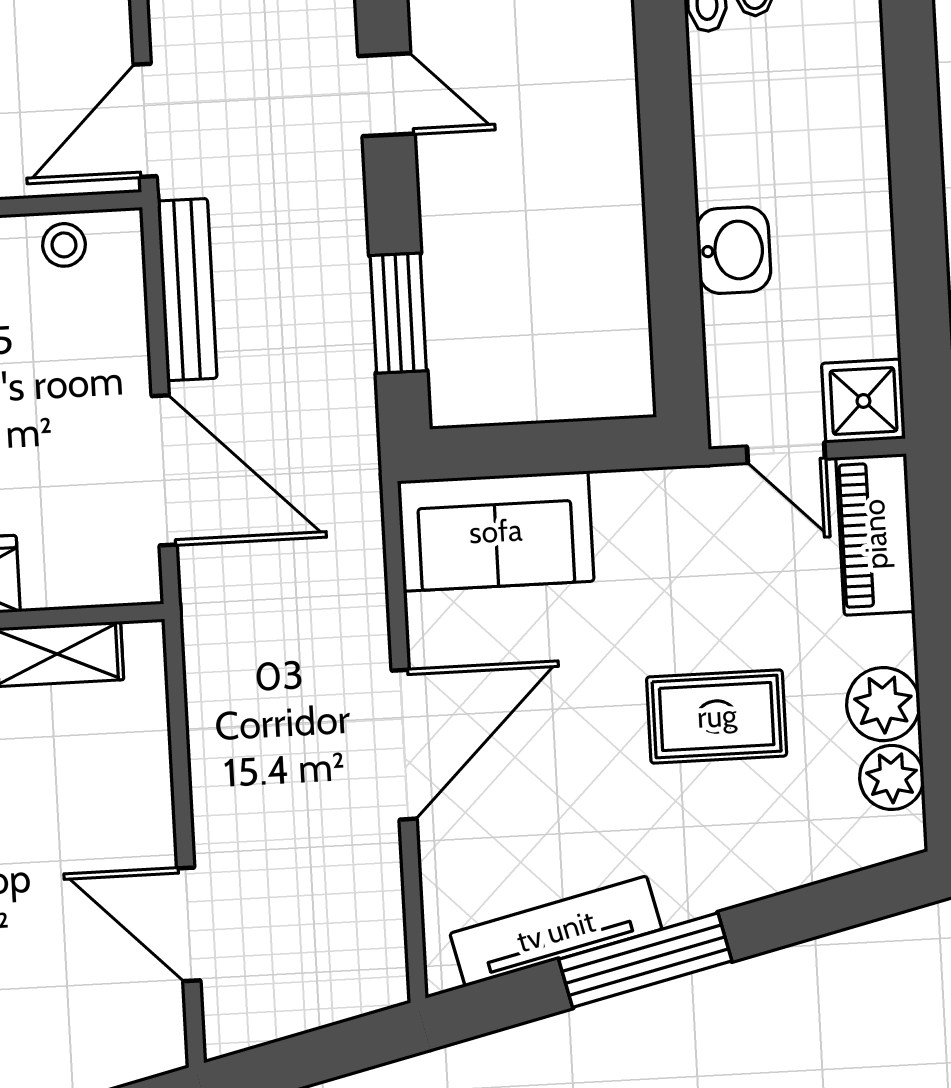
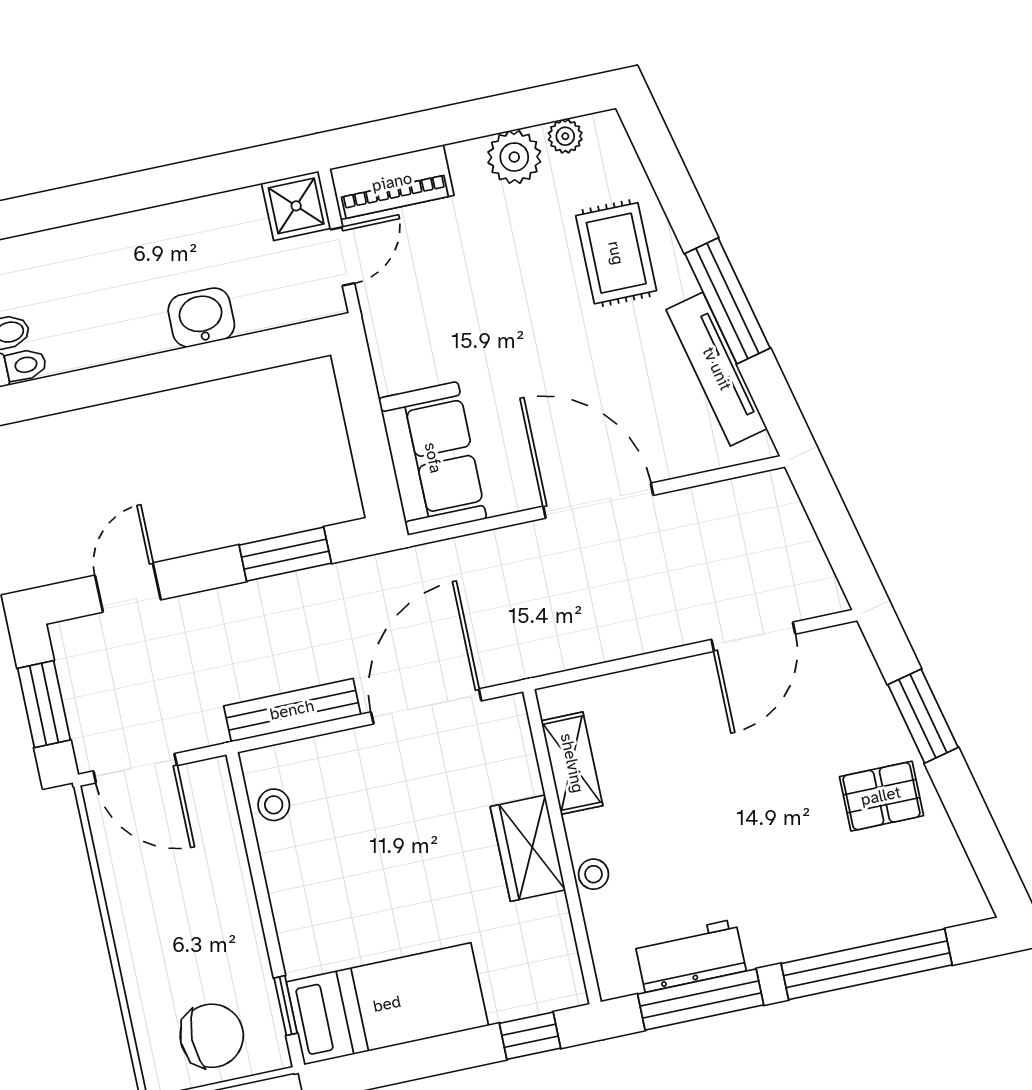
door: (145, 120) -> (135, 768), moved
rug: (717, 716) -> (616, 253), moved
plant: (892, 777) -> (565, 136), width x0.73, depth x0.73

